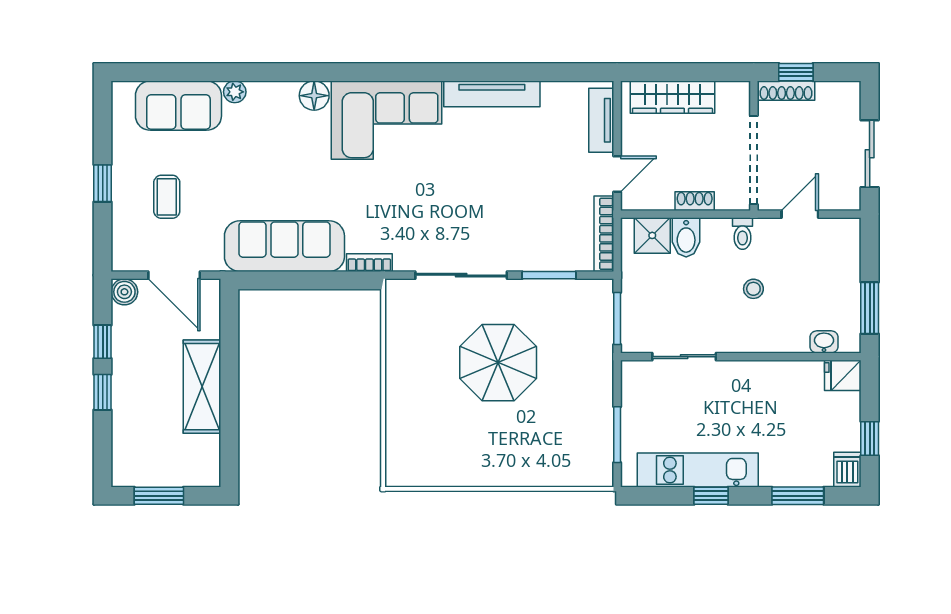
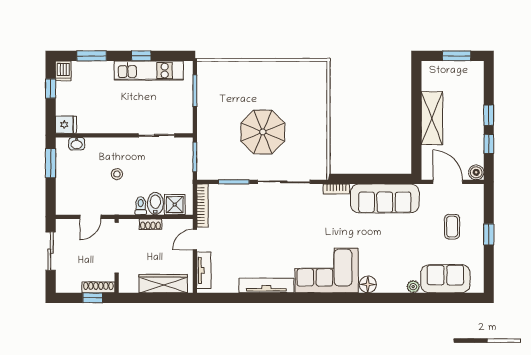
toilet: (742, 233) -> (141, 206), moved

